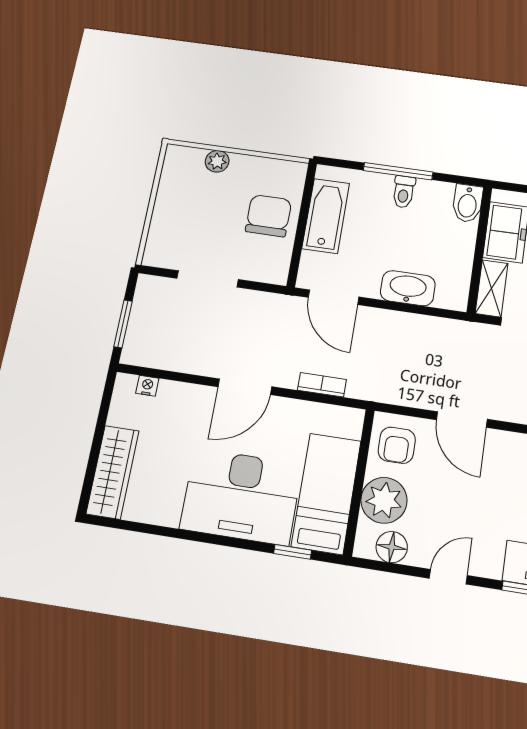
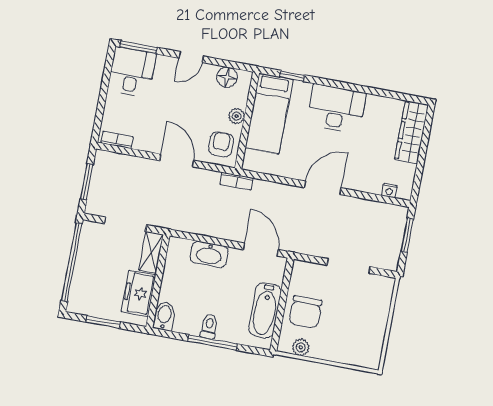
plant: (217, 161) -> (301, 347), moved
bookcase: (322, 385) -> (237, 181), moved
desk: (241, 496) -> (336, 109), width x0.73, depth x0.77
plant: (384, 500) -> (237, 116), width x0.53, depth x0.53

